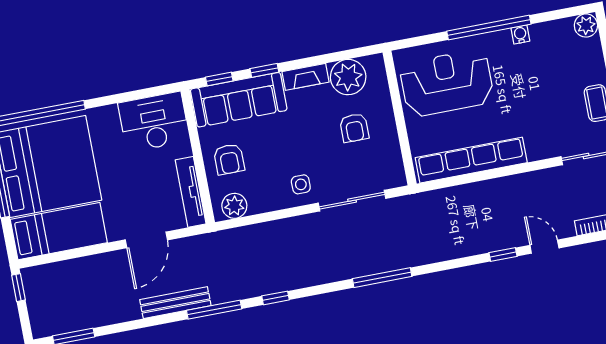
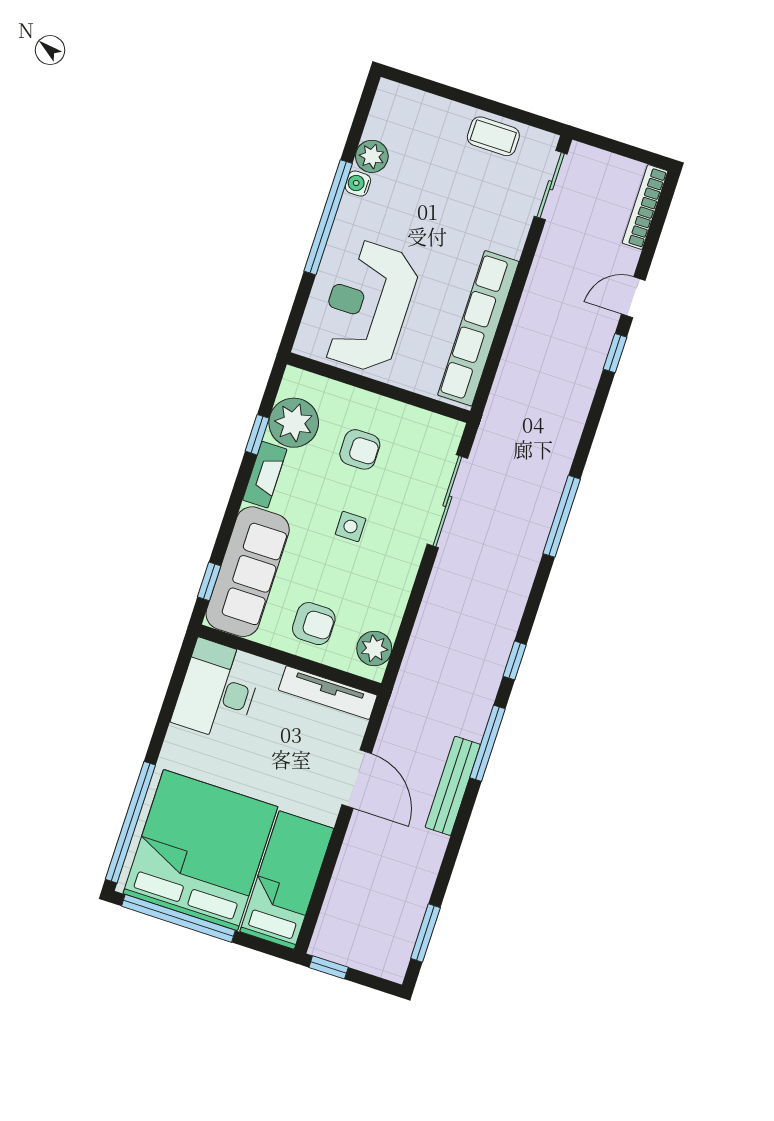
plant: (586, 25) -> (372, 156), moved
window: (264, 70) -> (257, 435), moved
side table: (301, 184) -> (351, 526), moved

